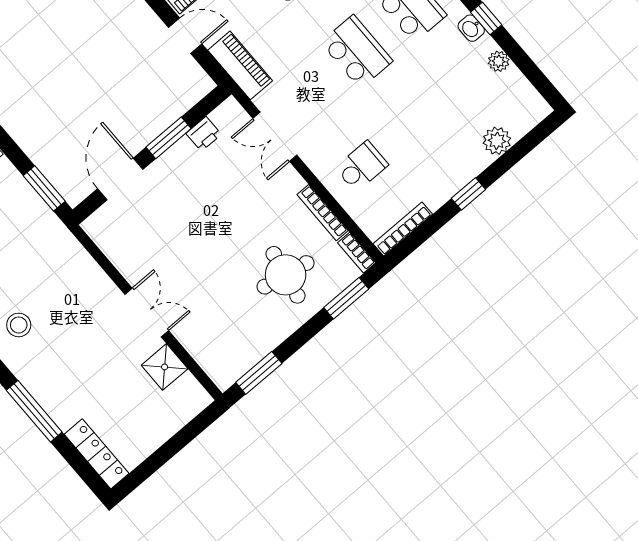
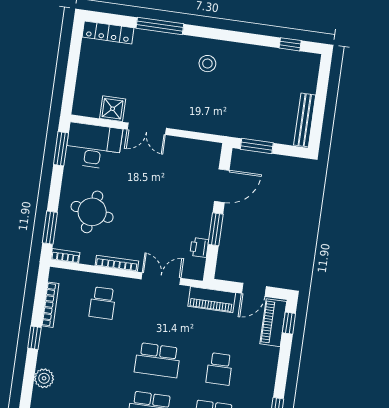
door: (120, 179) -> (222, 186), hinge flipped
bookcase: (323, 213) -> (117, 263), moved
bookcase: (403, 229) -> (50, 305), moved
desk: (221, 345) -> (94, 146), added

